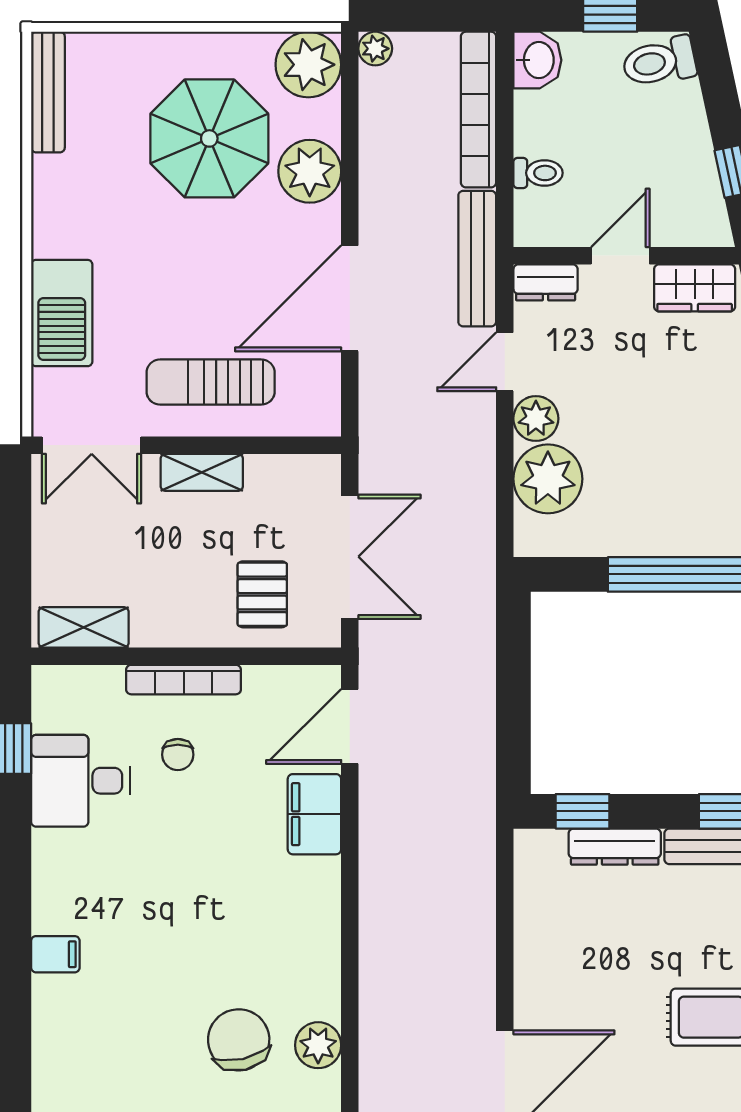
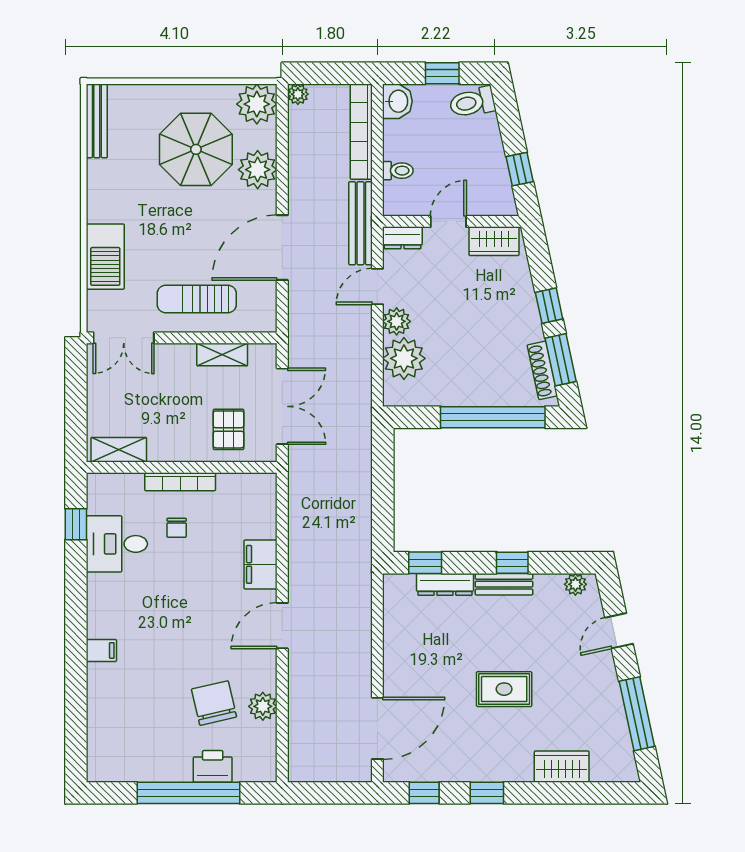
shelving: (202, 472) -> (222, 355), moved
door: (350, 726) -> (282, 626), moved

